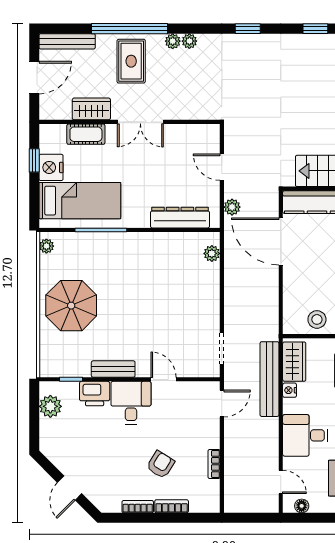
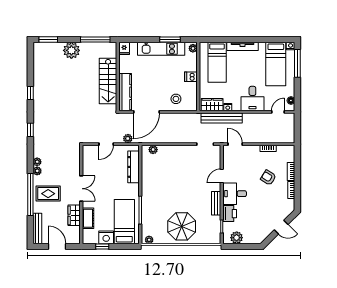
stool: (317, 319) -> (176, 99), moved

